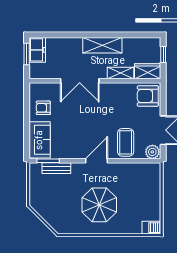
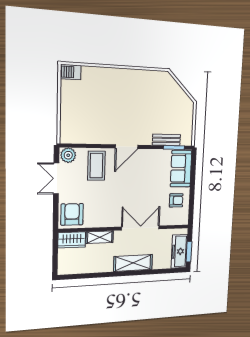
shelving: (102, 45) -> (133, 263), moved
freezer: (37, 50) -> (179, 251), width x1.40
window: (163, 55) -> (55, 258), removed
armchair: (148, 96) -> (72, 214), turned -90
parasol: (99, 205) -> (125, 100), removed

